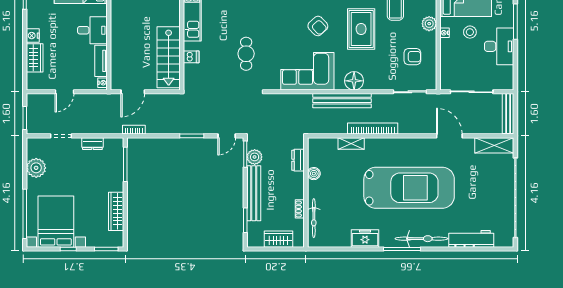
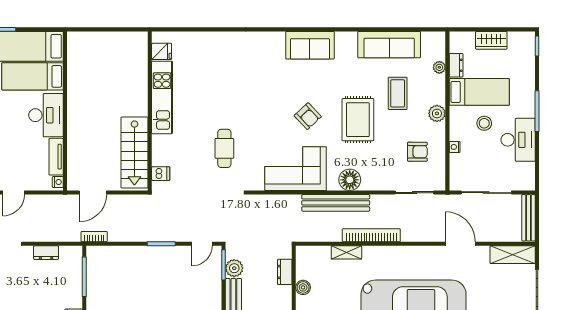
desk: (92, 30) -> (46, 115), width x1.37
nightstand: (444, 33) -> (455, 147), moved
dishwasher: (191, 57) -> (161, 174), moved

